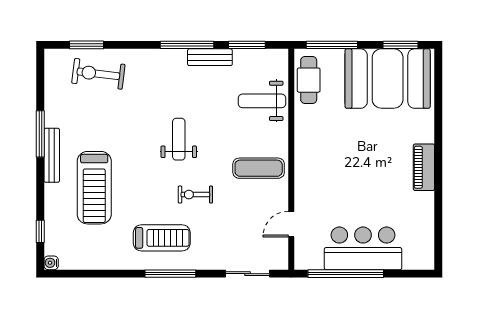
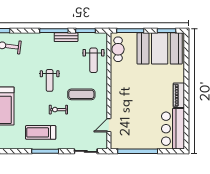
weight bench: (262, 101) -> (93, 60), turned -90
weight bench: (179, 139) -> (50, 80), turned 180
exercise mat: (259, 168) -> (81, 94), moved
treadmill: (162, 238) -> (41, 132), turned 180
bar counter: (363, 248) -> (173, 129), moved, turned -90

